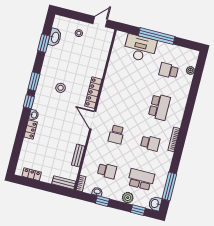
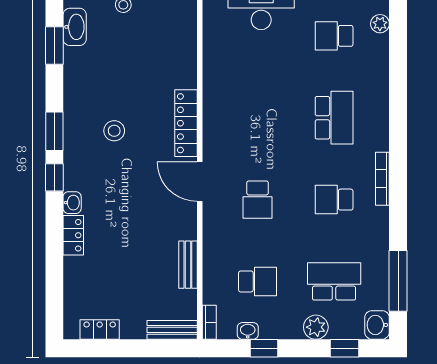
school desk: (150, 143) -> (334, 200), turned 180

